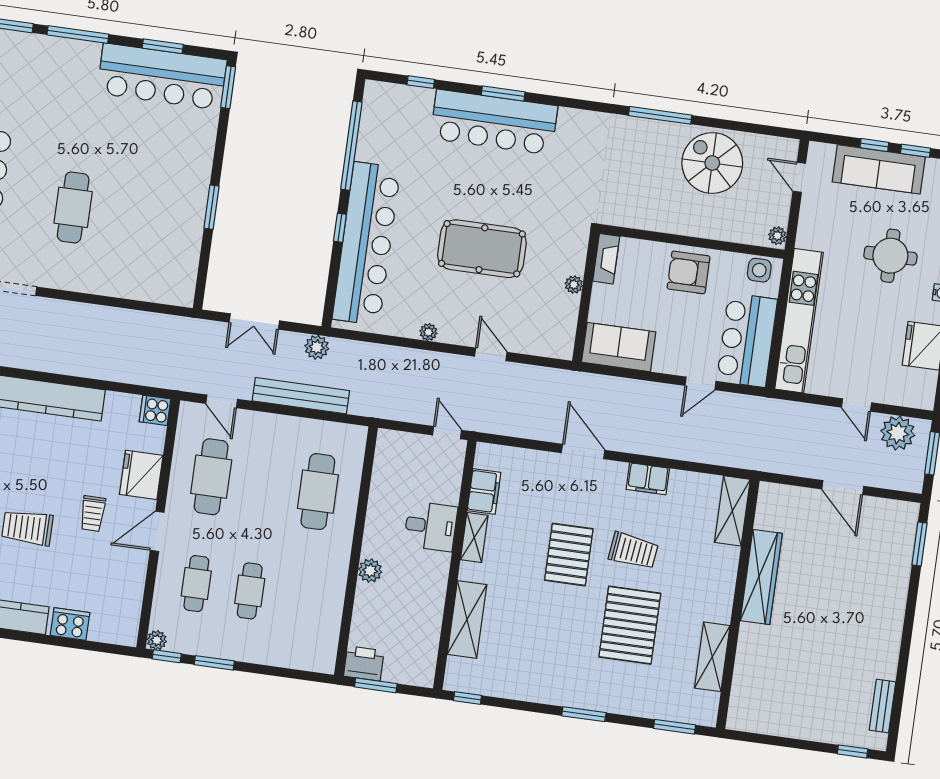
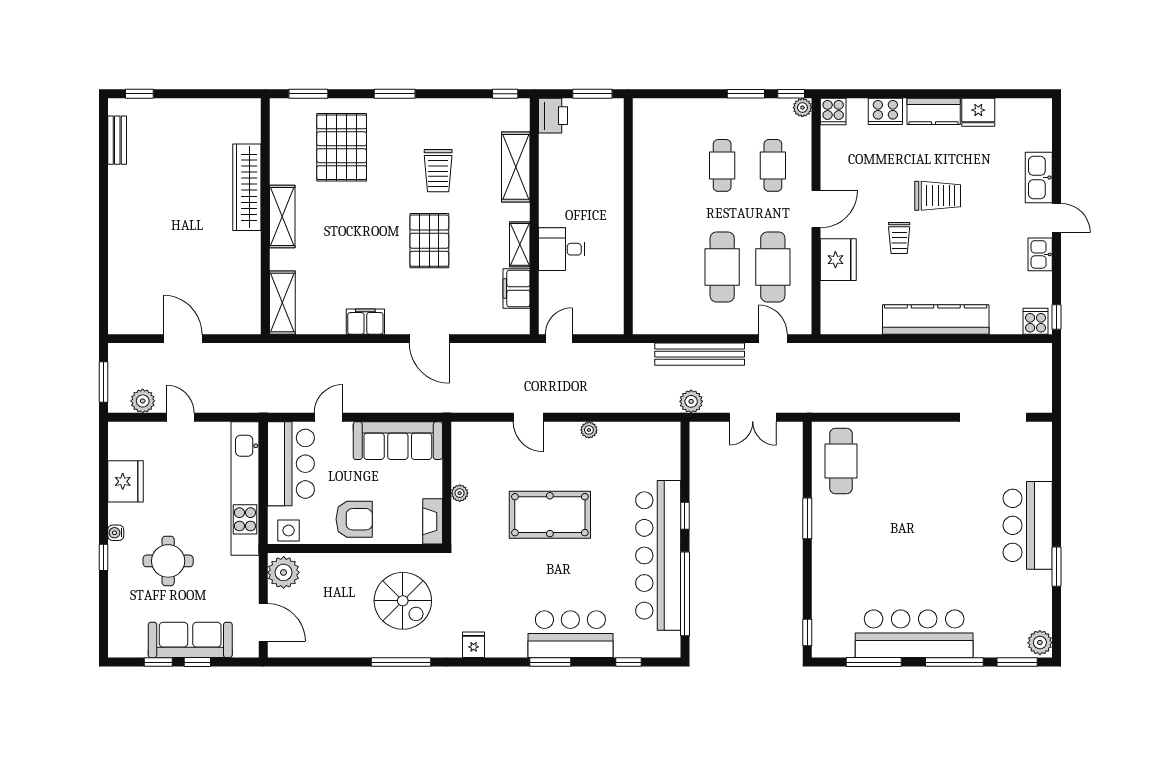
window: (163, 46) -> (874, 662), width x1.44
bar counter: (162, 77) -> (914, 634), moved
window: (228, 87) -> (807, 632), width x0.67
bar counter: (494, 122) -> (570, 634), width x0.73
fridge: (581, 123) -> (474, 645), added
spiral stairs: (712, 163) -> (403, 601), moved
door: (799, 177) -> (263, 622), width x1.38
cafe table: (73, 207) -> (841, 461), moved
plant: (777, 236) -> (284, 572), width x1.88, depth x1.88
bar counter: (366, 244) -> (658, 555), moved
double door: (254, 322) -> (753, 417), swing flipped
sofa: (619, 347) -> (398, 441), width x1.36
cooker: (155, 410) -> (833, 112), moved, turned 90
door: (447, 433) -> (559, 339), swing flipped
plant: (898, 433) -> (143, 401), width x0.73, depth x0.73
cafe table: (318, 492) -> (722, 267), moved
trolley: (93, 514) -> (899, 238), moved, turned 180
window: (920, 544) -> (104, 296), removed
trolley: (633, 551) -> (438, 171), moved, turned -97
plant: (370, 571) -> (612, 200), removed
wardrobe: (761, 577) -> (247, 187), moved
pallet: (630, 625) -> (342, 147), moved
shelving: (712, 657) -> (282, 216), moved
printer: (364, 663) -> (553, 116), moved, turned -90

